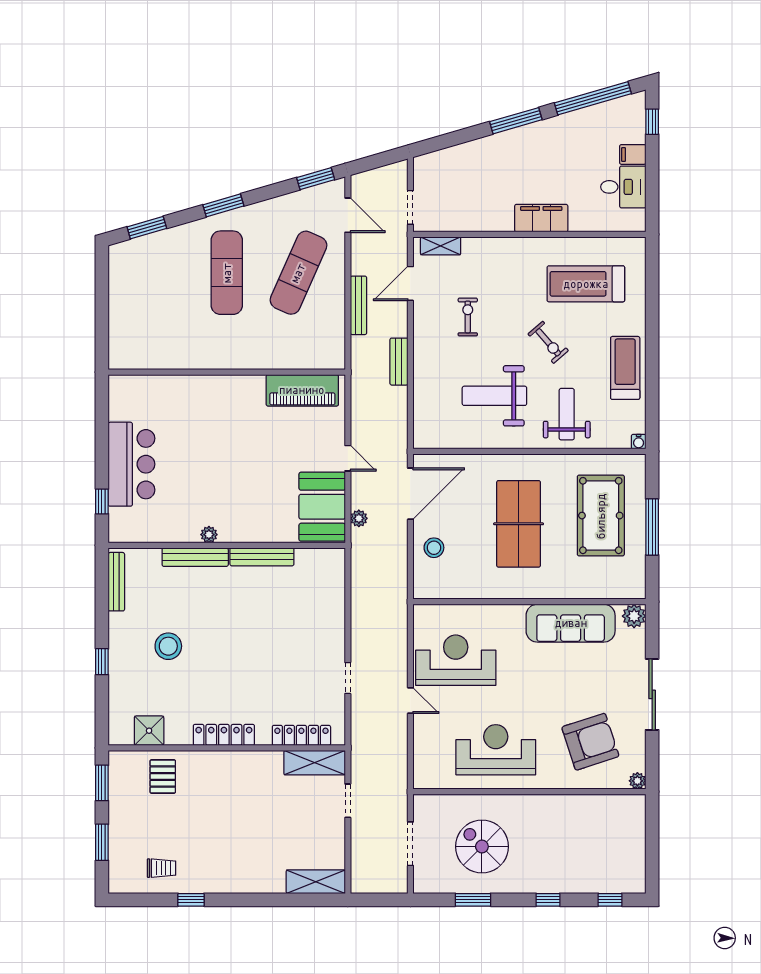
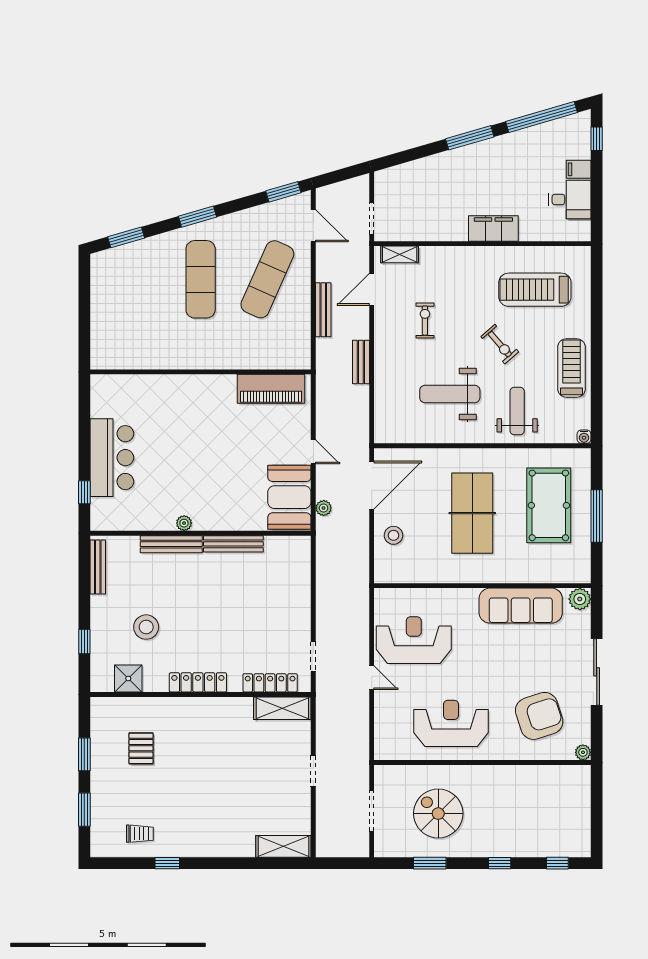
shower: (149, 731) -> (128, 678), moved
locker: (224, 735) -> (198, 682), moved
locker: (301, 735) -> (270, 683), moved
wall: (227, 748) -> (201, 694), moved
shelving: (315, 763) -> (282, 708), moved

